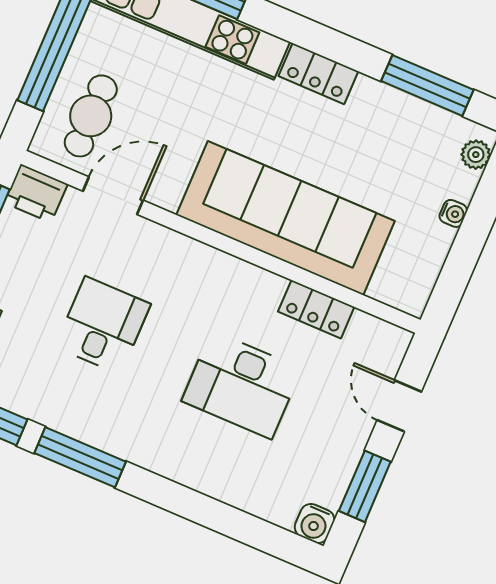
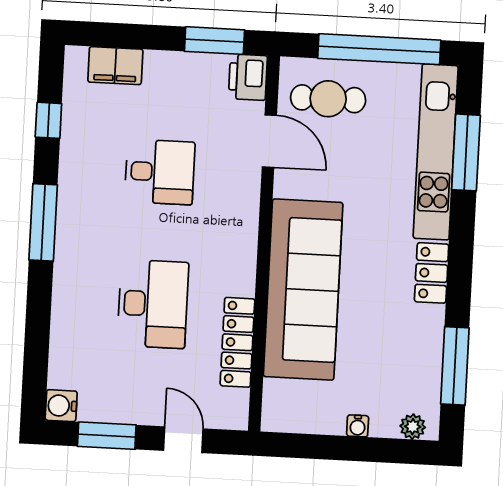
locker: (316, 309) -> (237, 342), width x1.53
desk: (242, 385) -> (153, 304), turned 180
door: (399, 406) -> (183, 440), hinge flipped
window: (80, 457) -> (43, 222), moved

